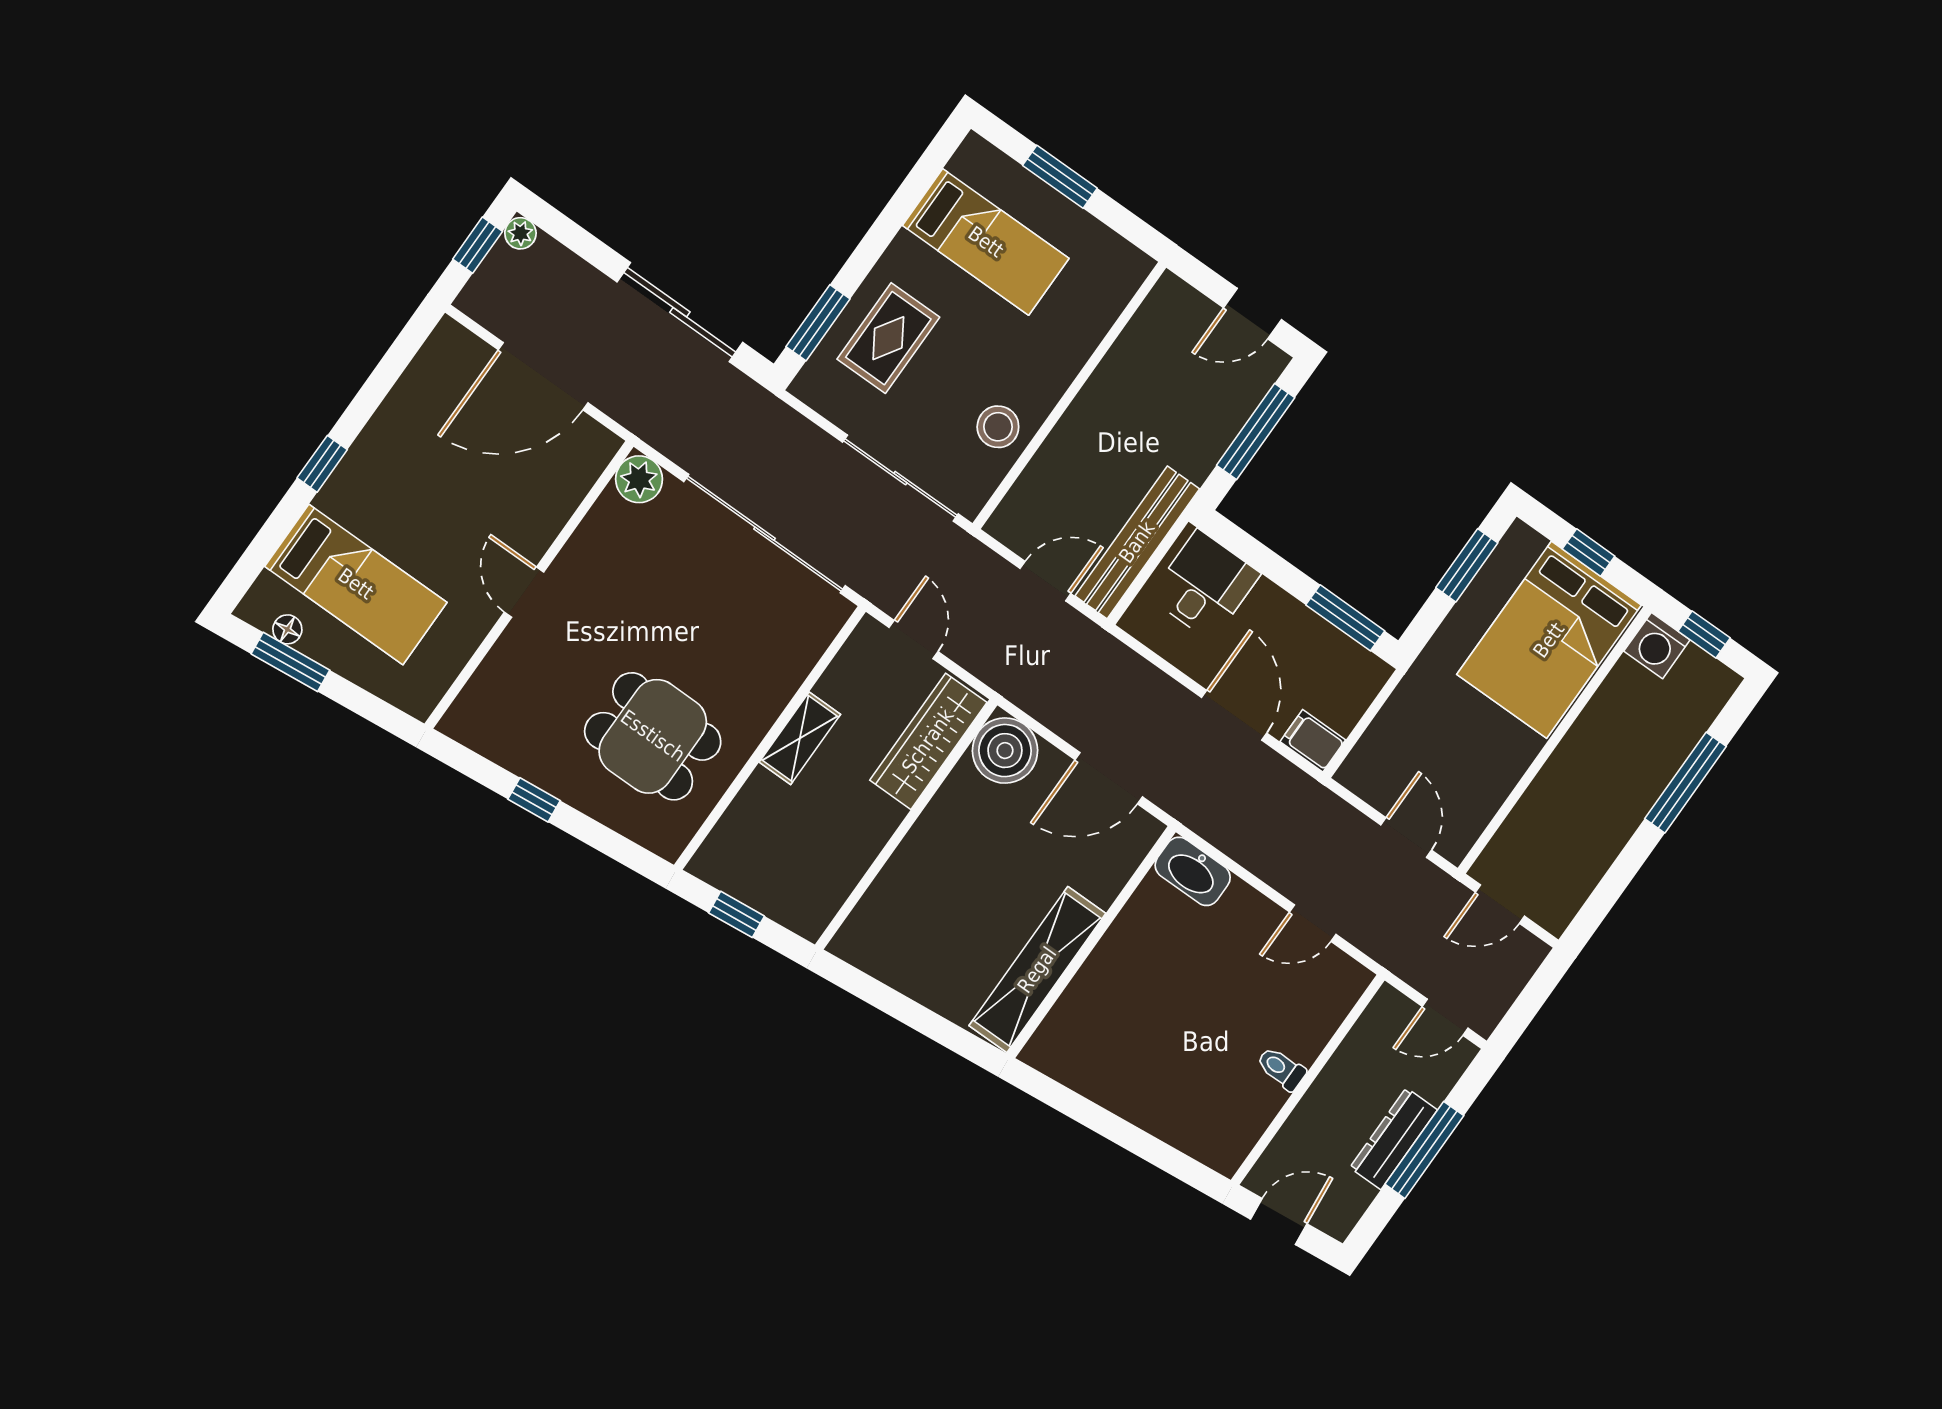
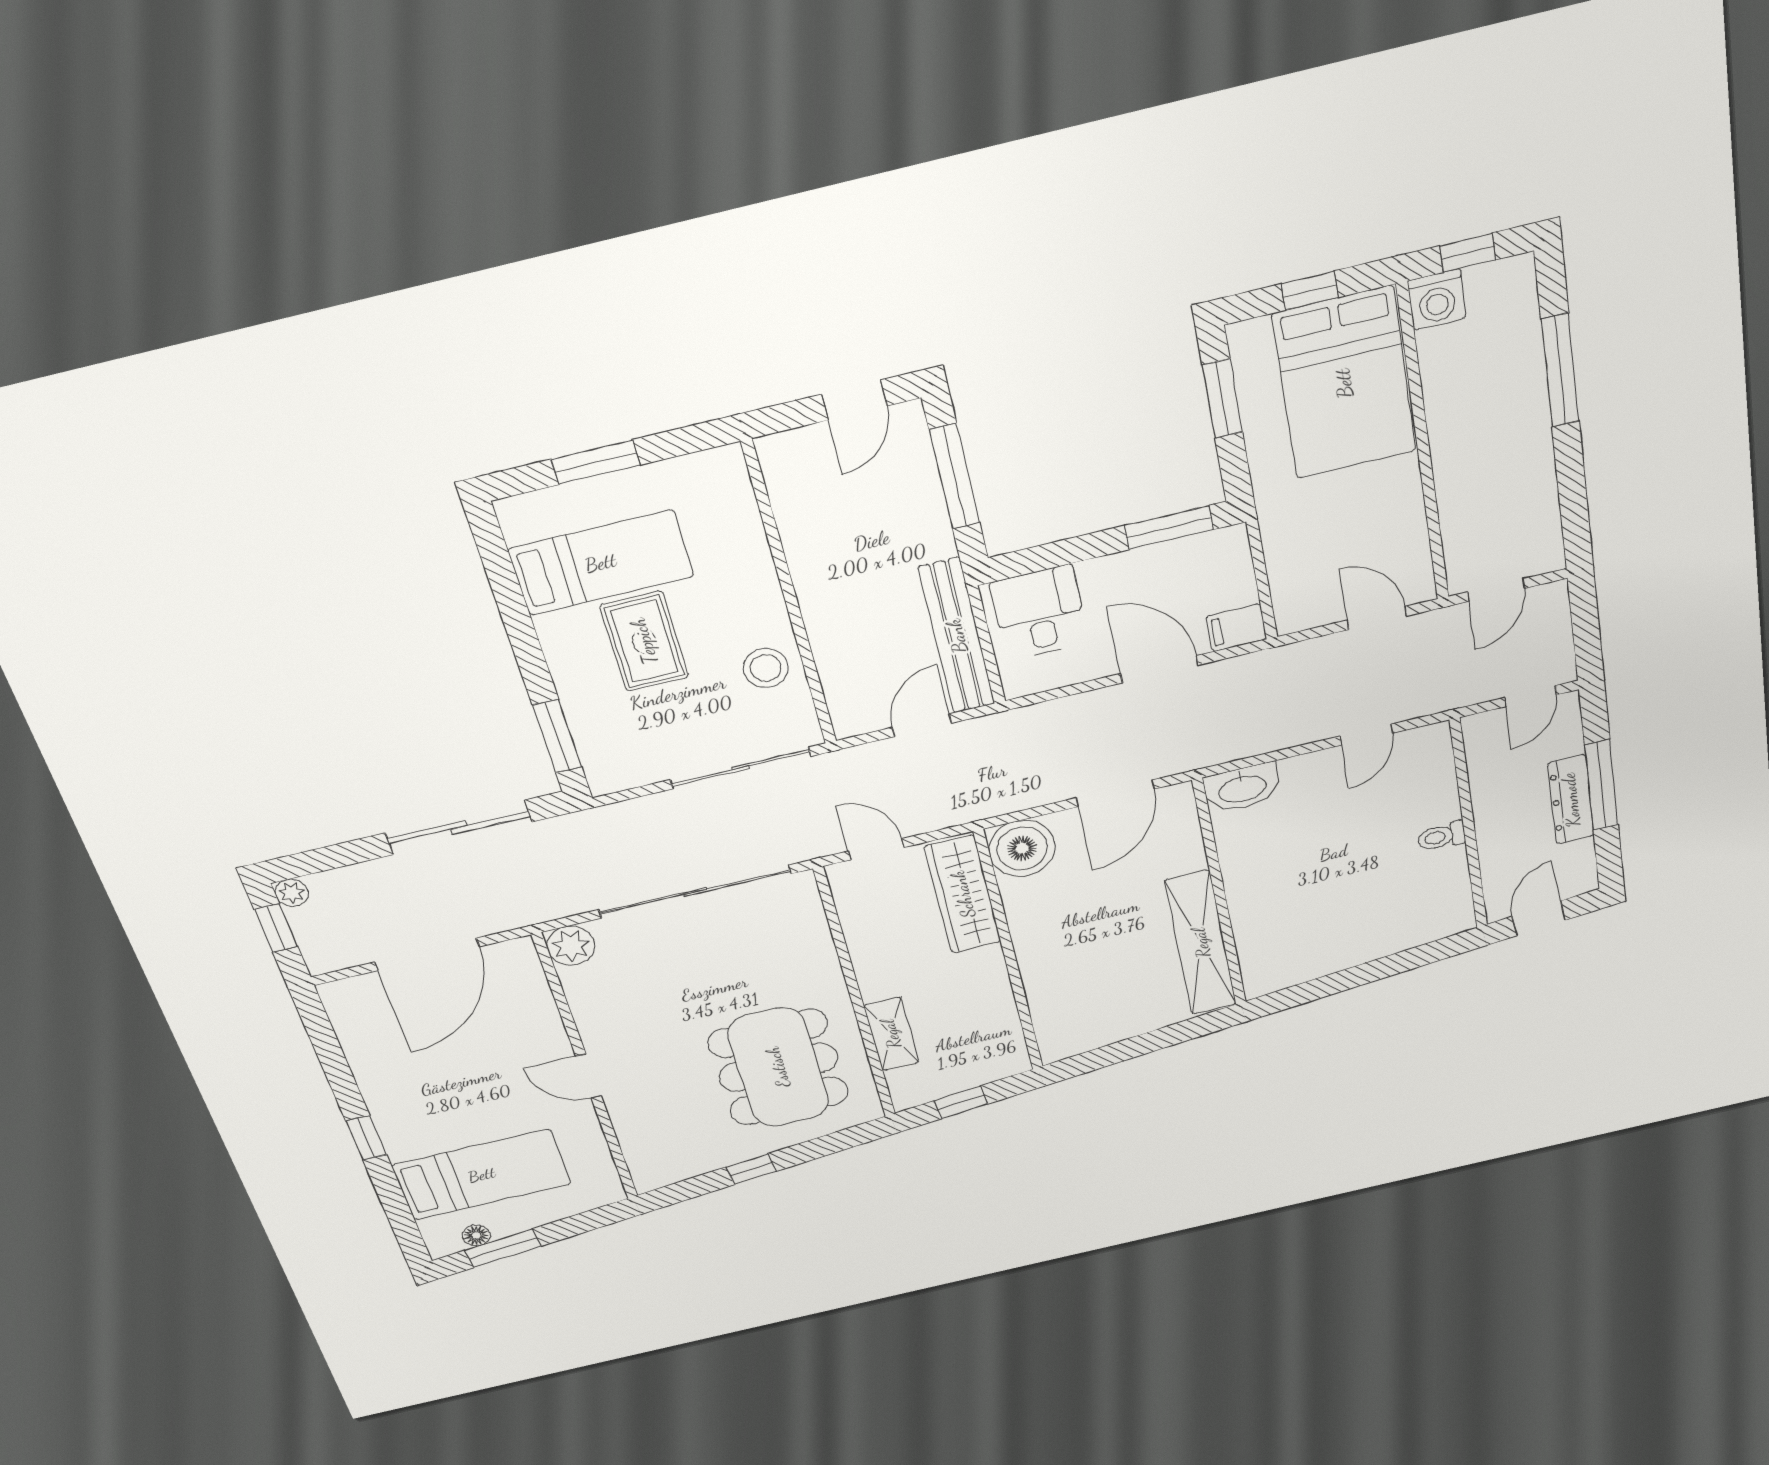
rug: (888, 338) -> (644, 641), moved
dining table: (653, 736) -> (778, 1067), width x1.38
shelving: (800, 738) -> (891, 1034), moved

